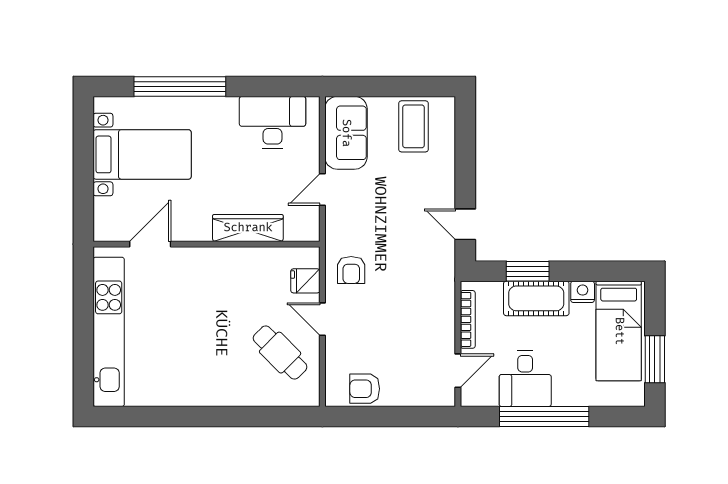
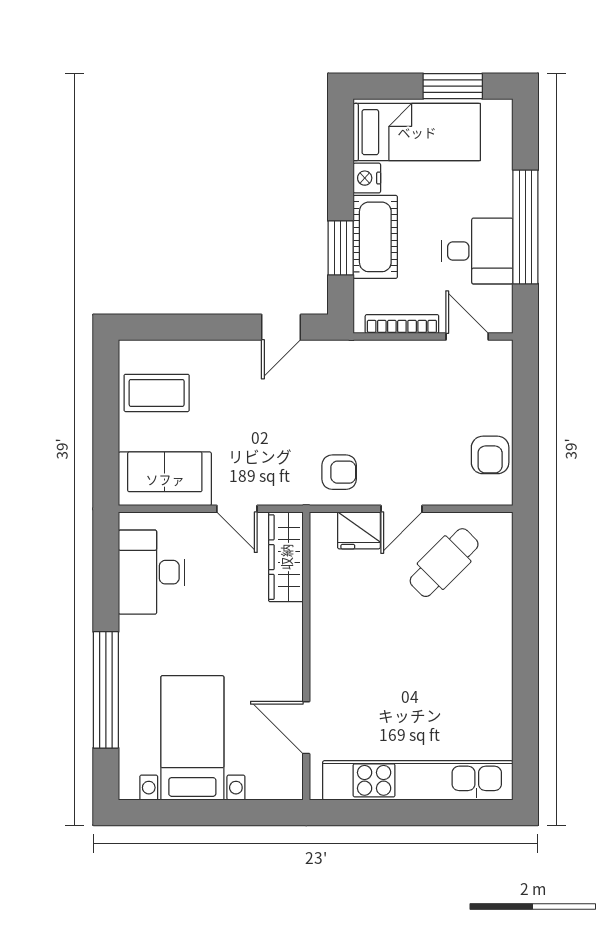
wardrobe: (248, 228) -> (286, 557), moved
fridge: (305, 281) -> (359, 530), width x1.38

